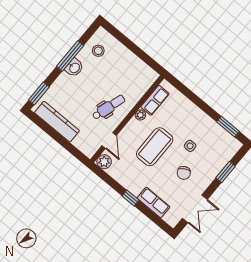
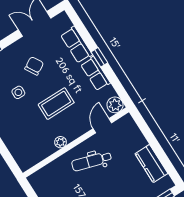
row of seats: (155, 100) -> (95, 74), moved, turned -90
kitchen counter: (57, 122) -> (151, 164), width x0.67
coffee table: (155, 147) -> (56, 104), width x0.73, depth x0.76

